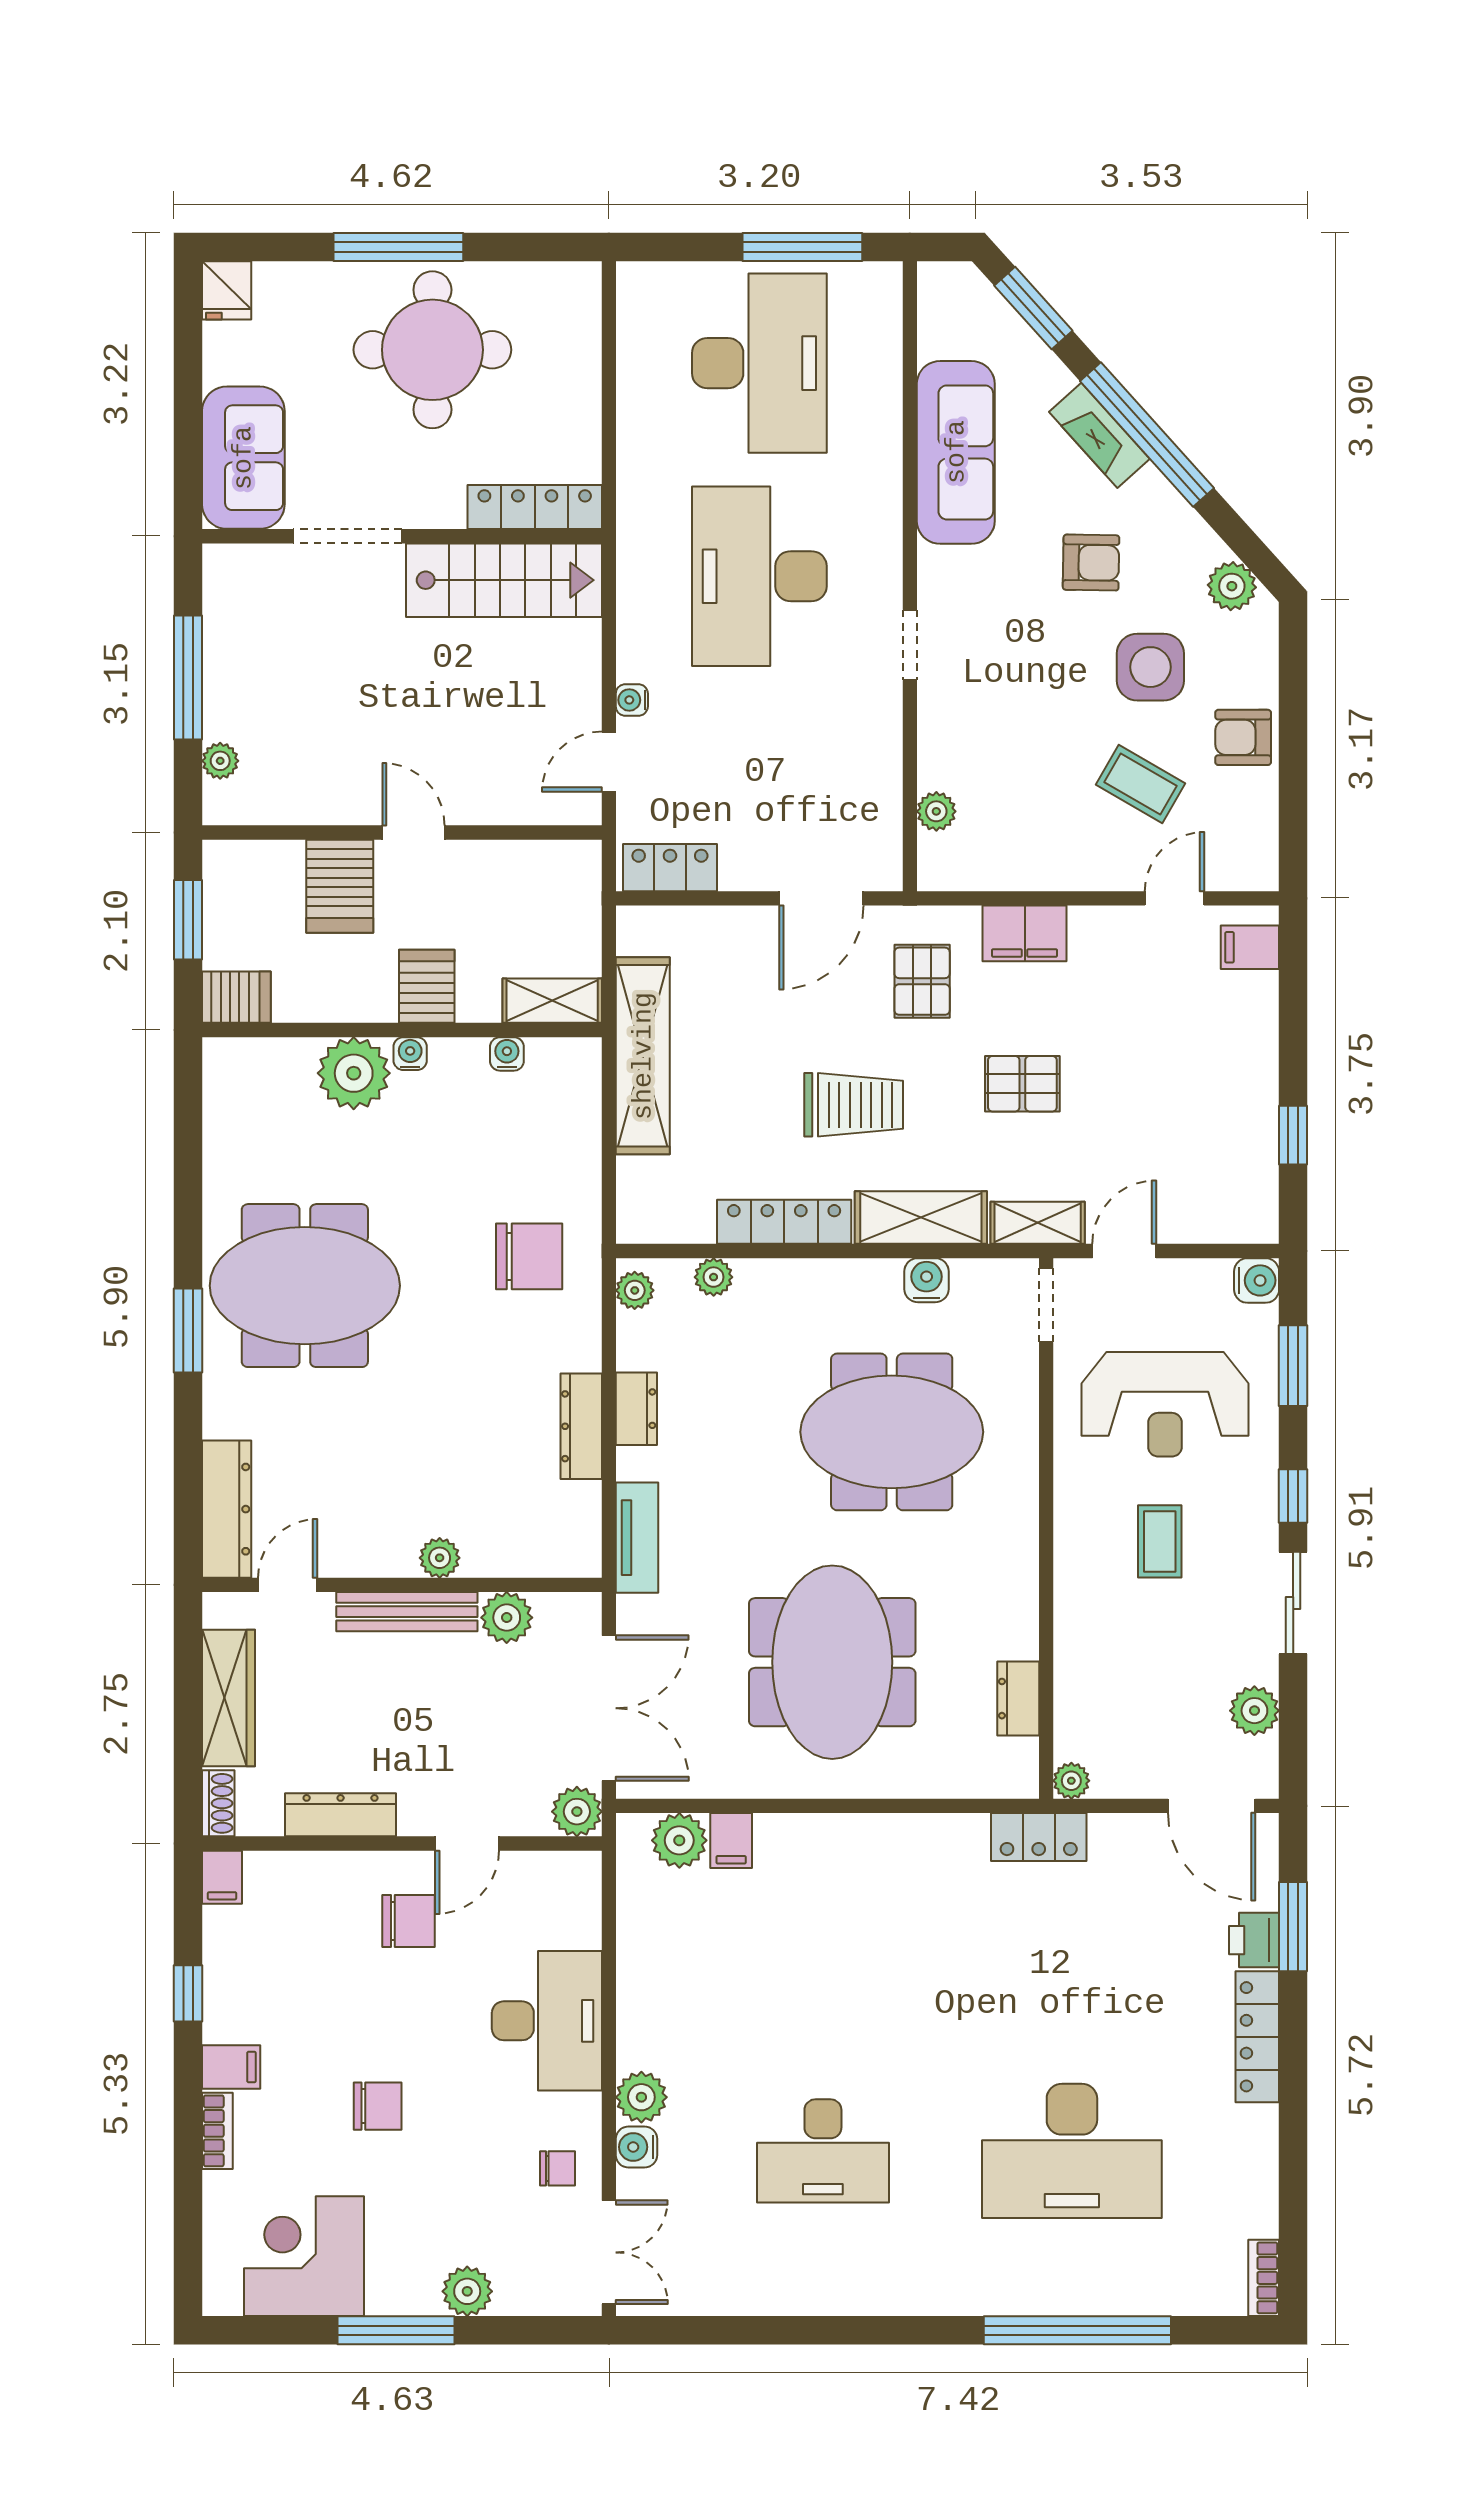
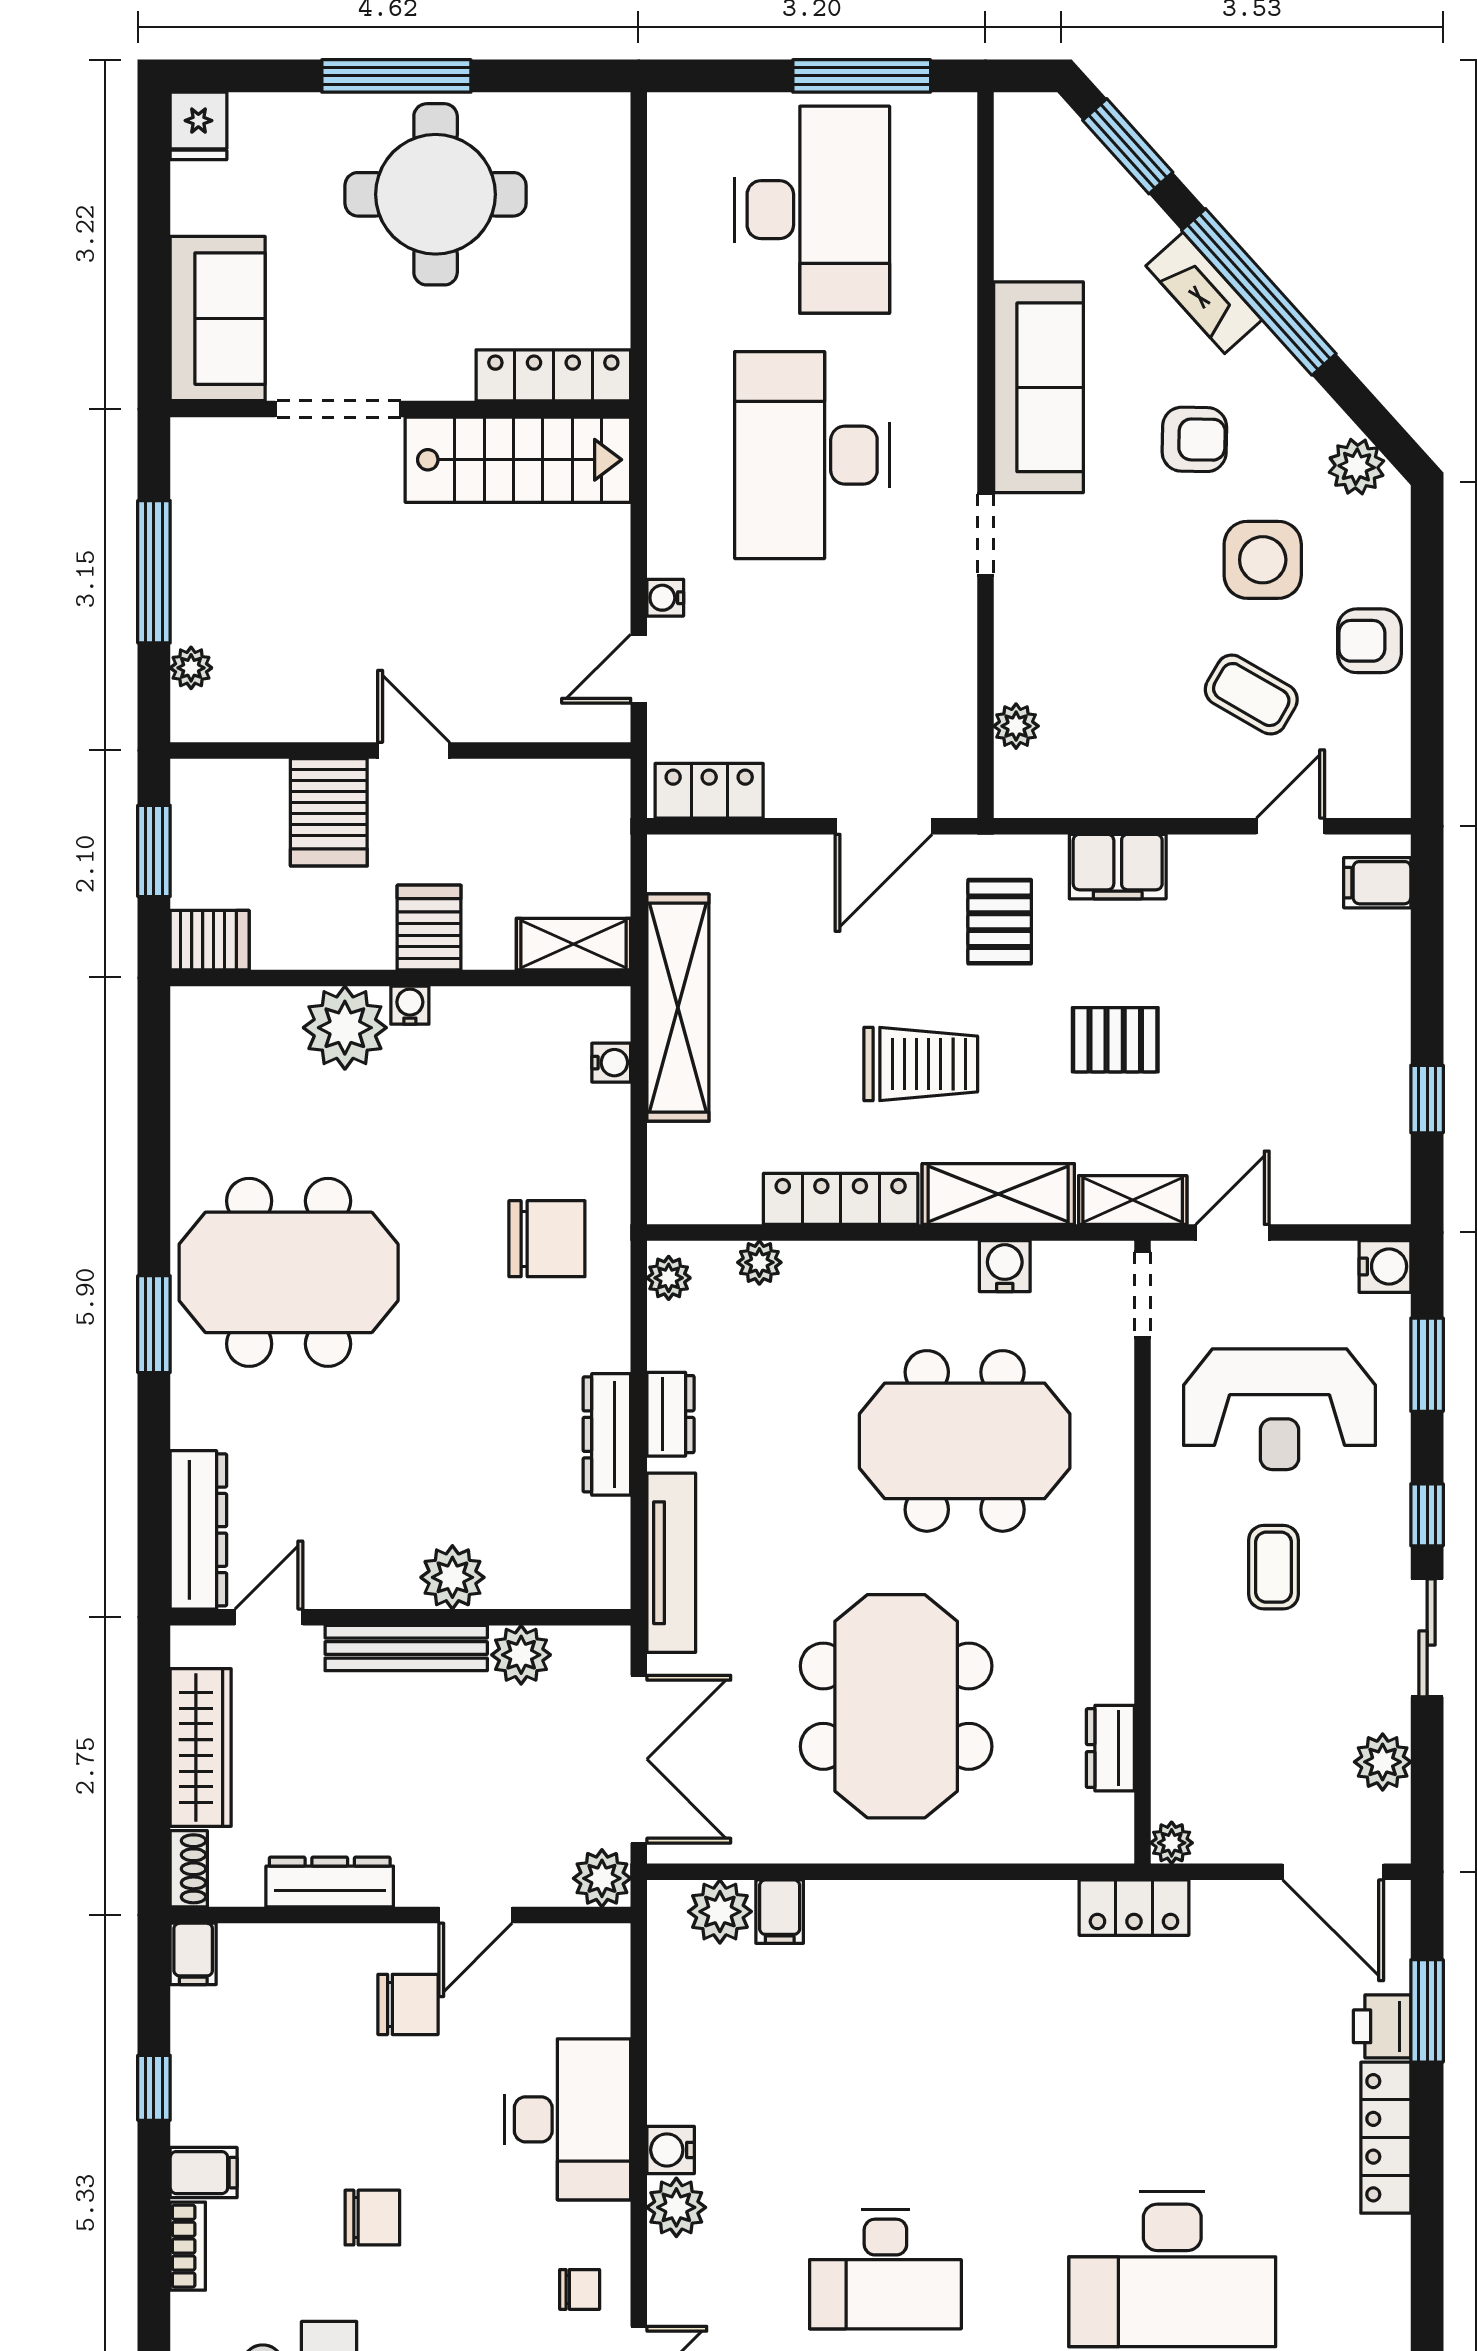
sofa: (956, 452) -> (1038, 387), moved
water cooler: (507, 1054) -> (611, 1063), moved, turned 90
tv unit: (637, 1538) -> (671, 1563), width x1.41
plant: (440, 1558) -> (452, 1577), width x1.38, depth x1.38
water cooler: (636, 2147) -> (671, 2150), moved

